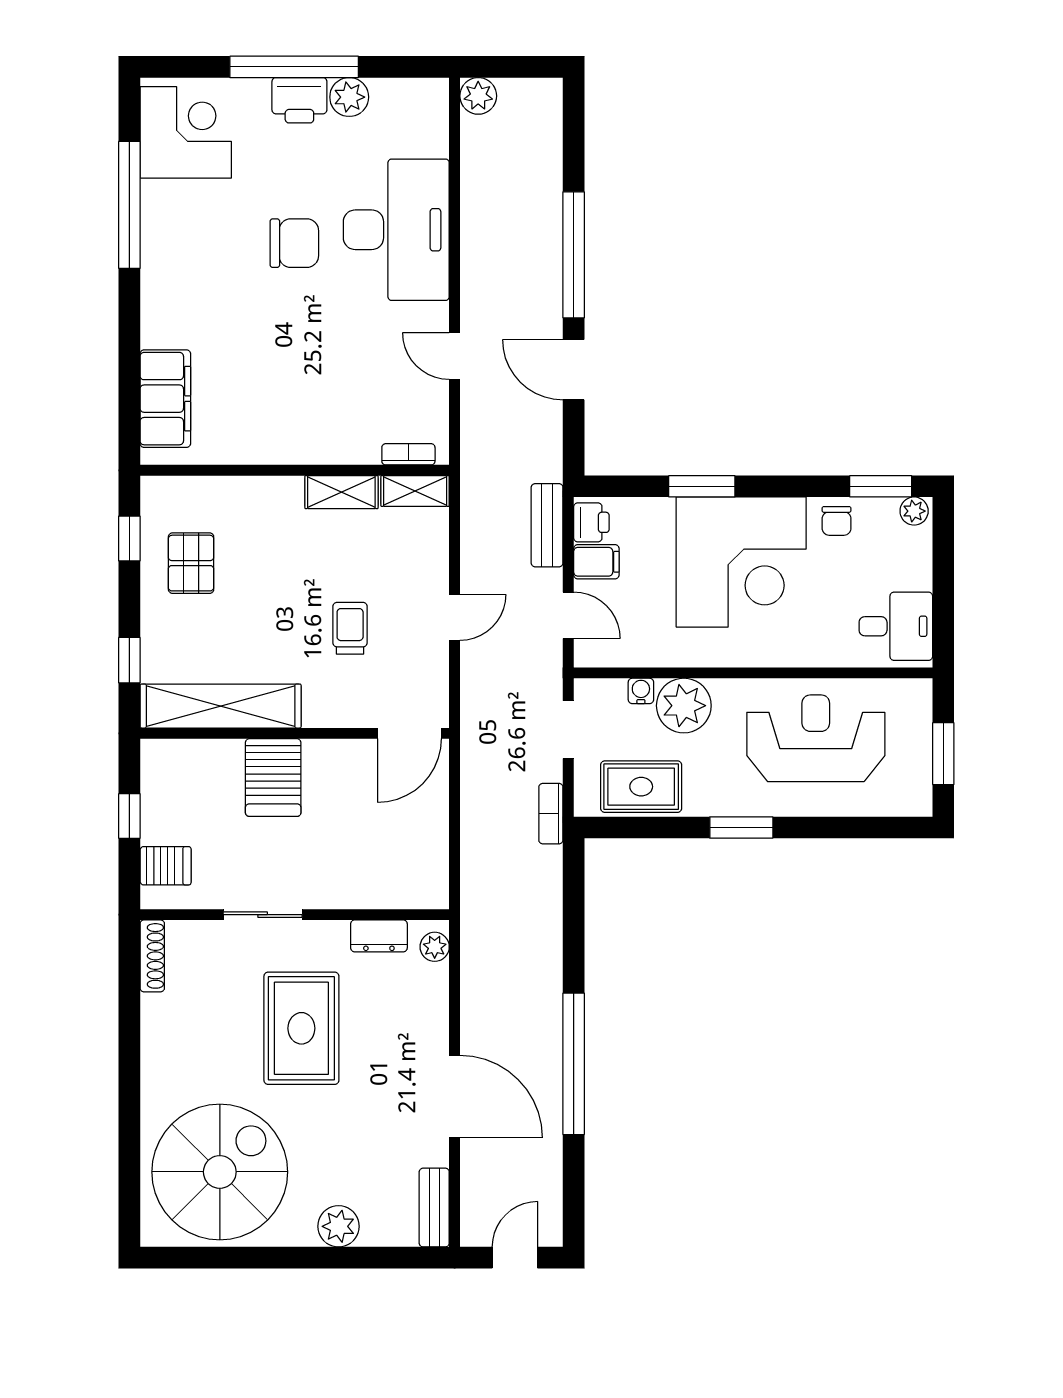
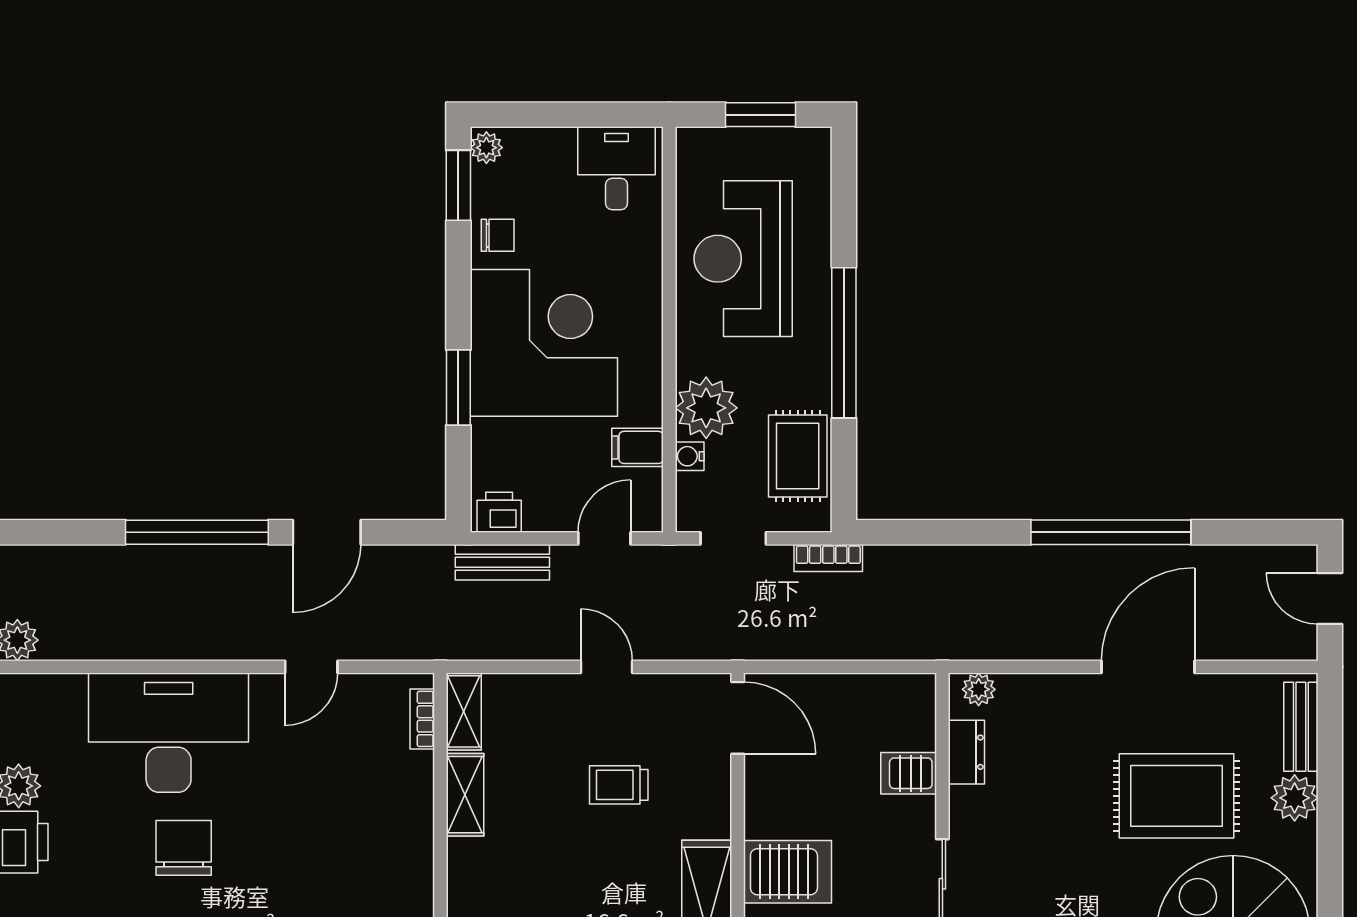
filing cabinet: (596, 562) -> (638, 447), moved, turned -90
window: (741, 828) -> (844, 343), width x2.11
server rack: (360, 885) -> (909, 773), added
rug: (301, 1028) -> (1177, 796), moved
bench: (434, 1208) -> (1301, 727), moved, turned 90

